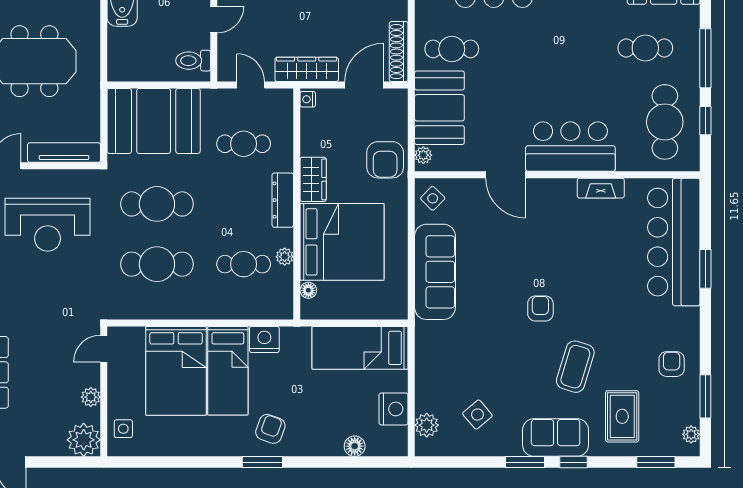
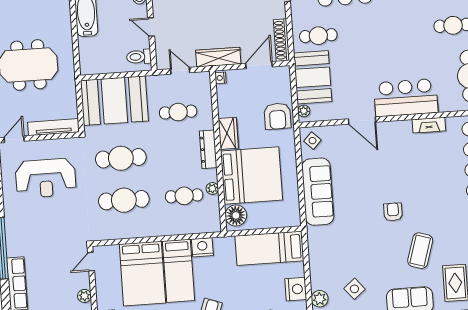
door: (214, 19) -> (151, 27), swing flipped
floor lamp: (308, 290) -> (236, 215), width x1.89, depth x1.89

